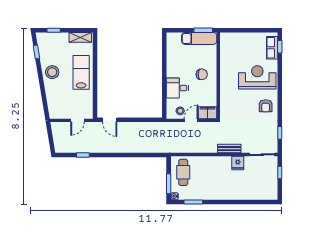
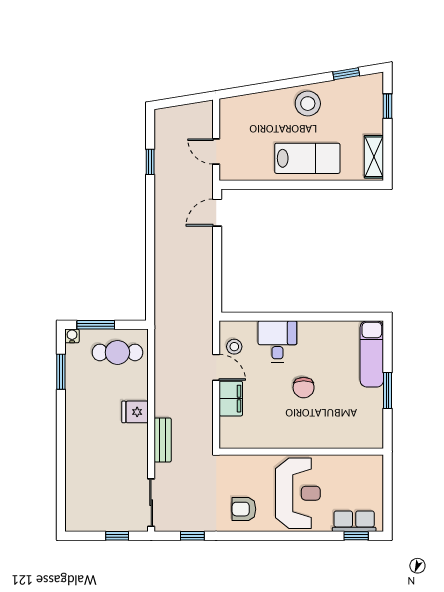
exam couch: (199, 38) -> (372, 354), moved
wall: (218, 76) -> (301, 452), moved
fridge: (238, 163) -> (135, 412), moved

